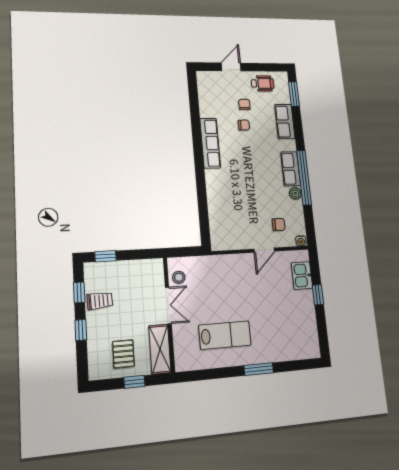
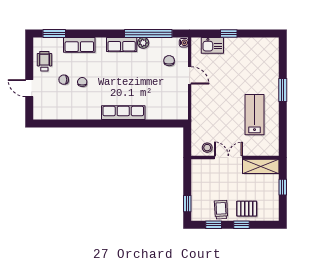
row of seats: (210, 143) -> (123, 113), moved
window: (304, 178) -> (148, 33), moved
pallet: (123, 354) -> (247, 209), moved

